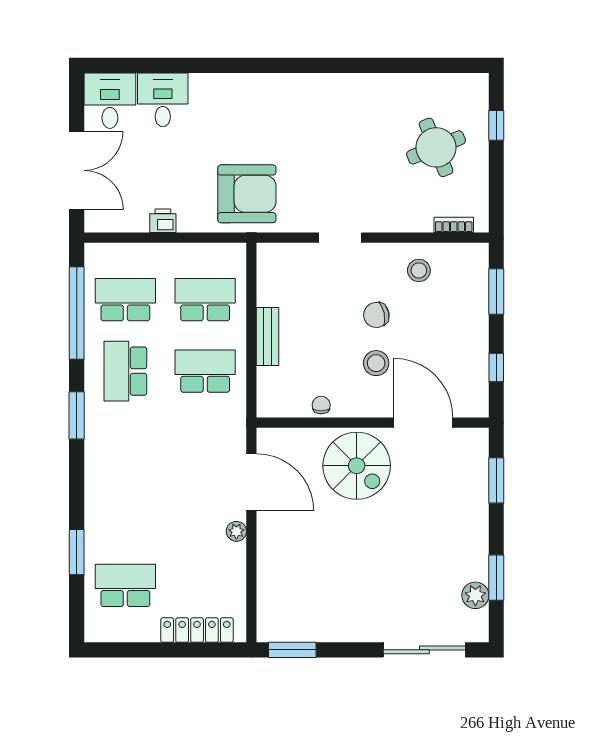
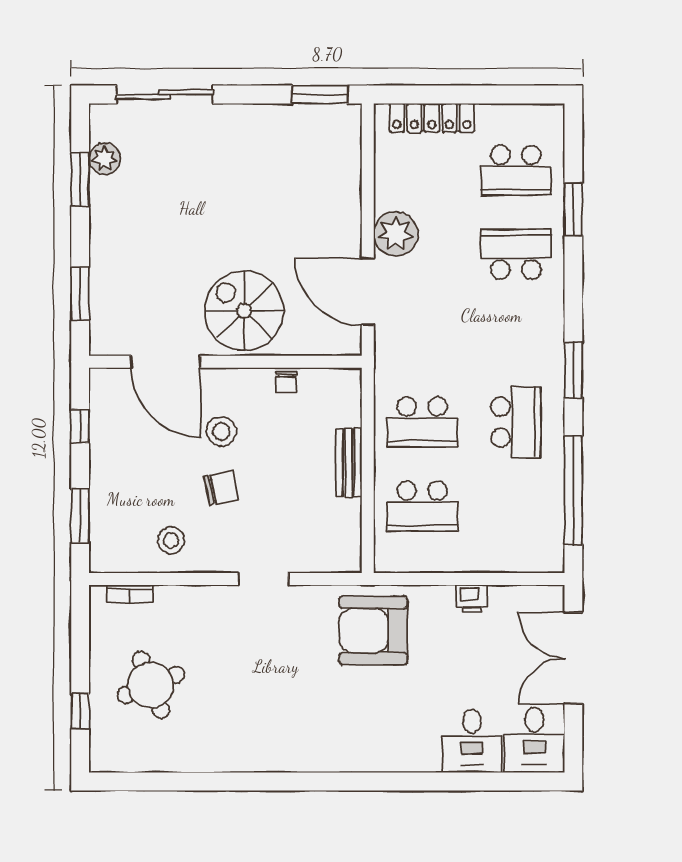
school desk: (125, 300) -> (516, 254), moved, turned 180
plant: (236, 531) -> (396, 234), width x1.87, depth x1.87

